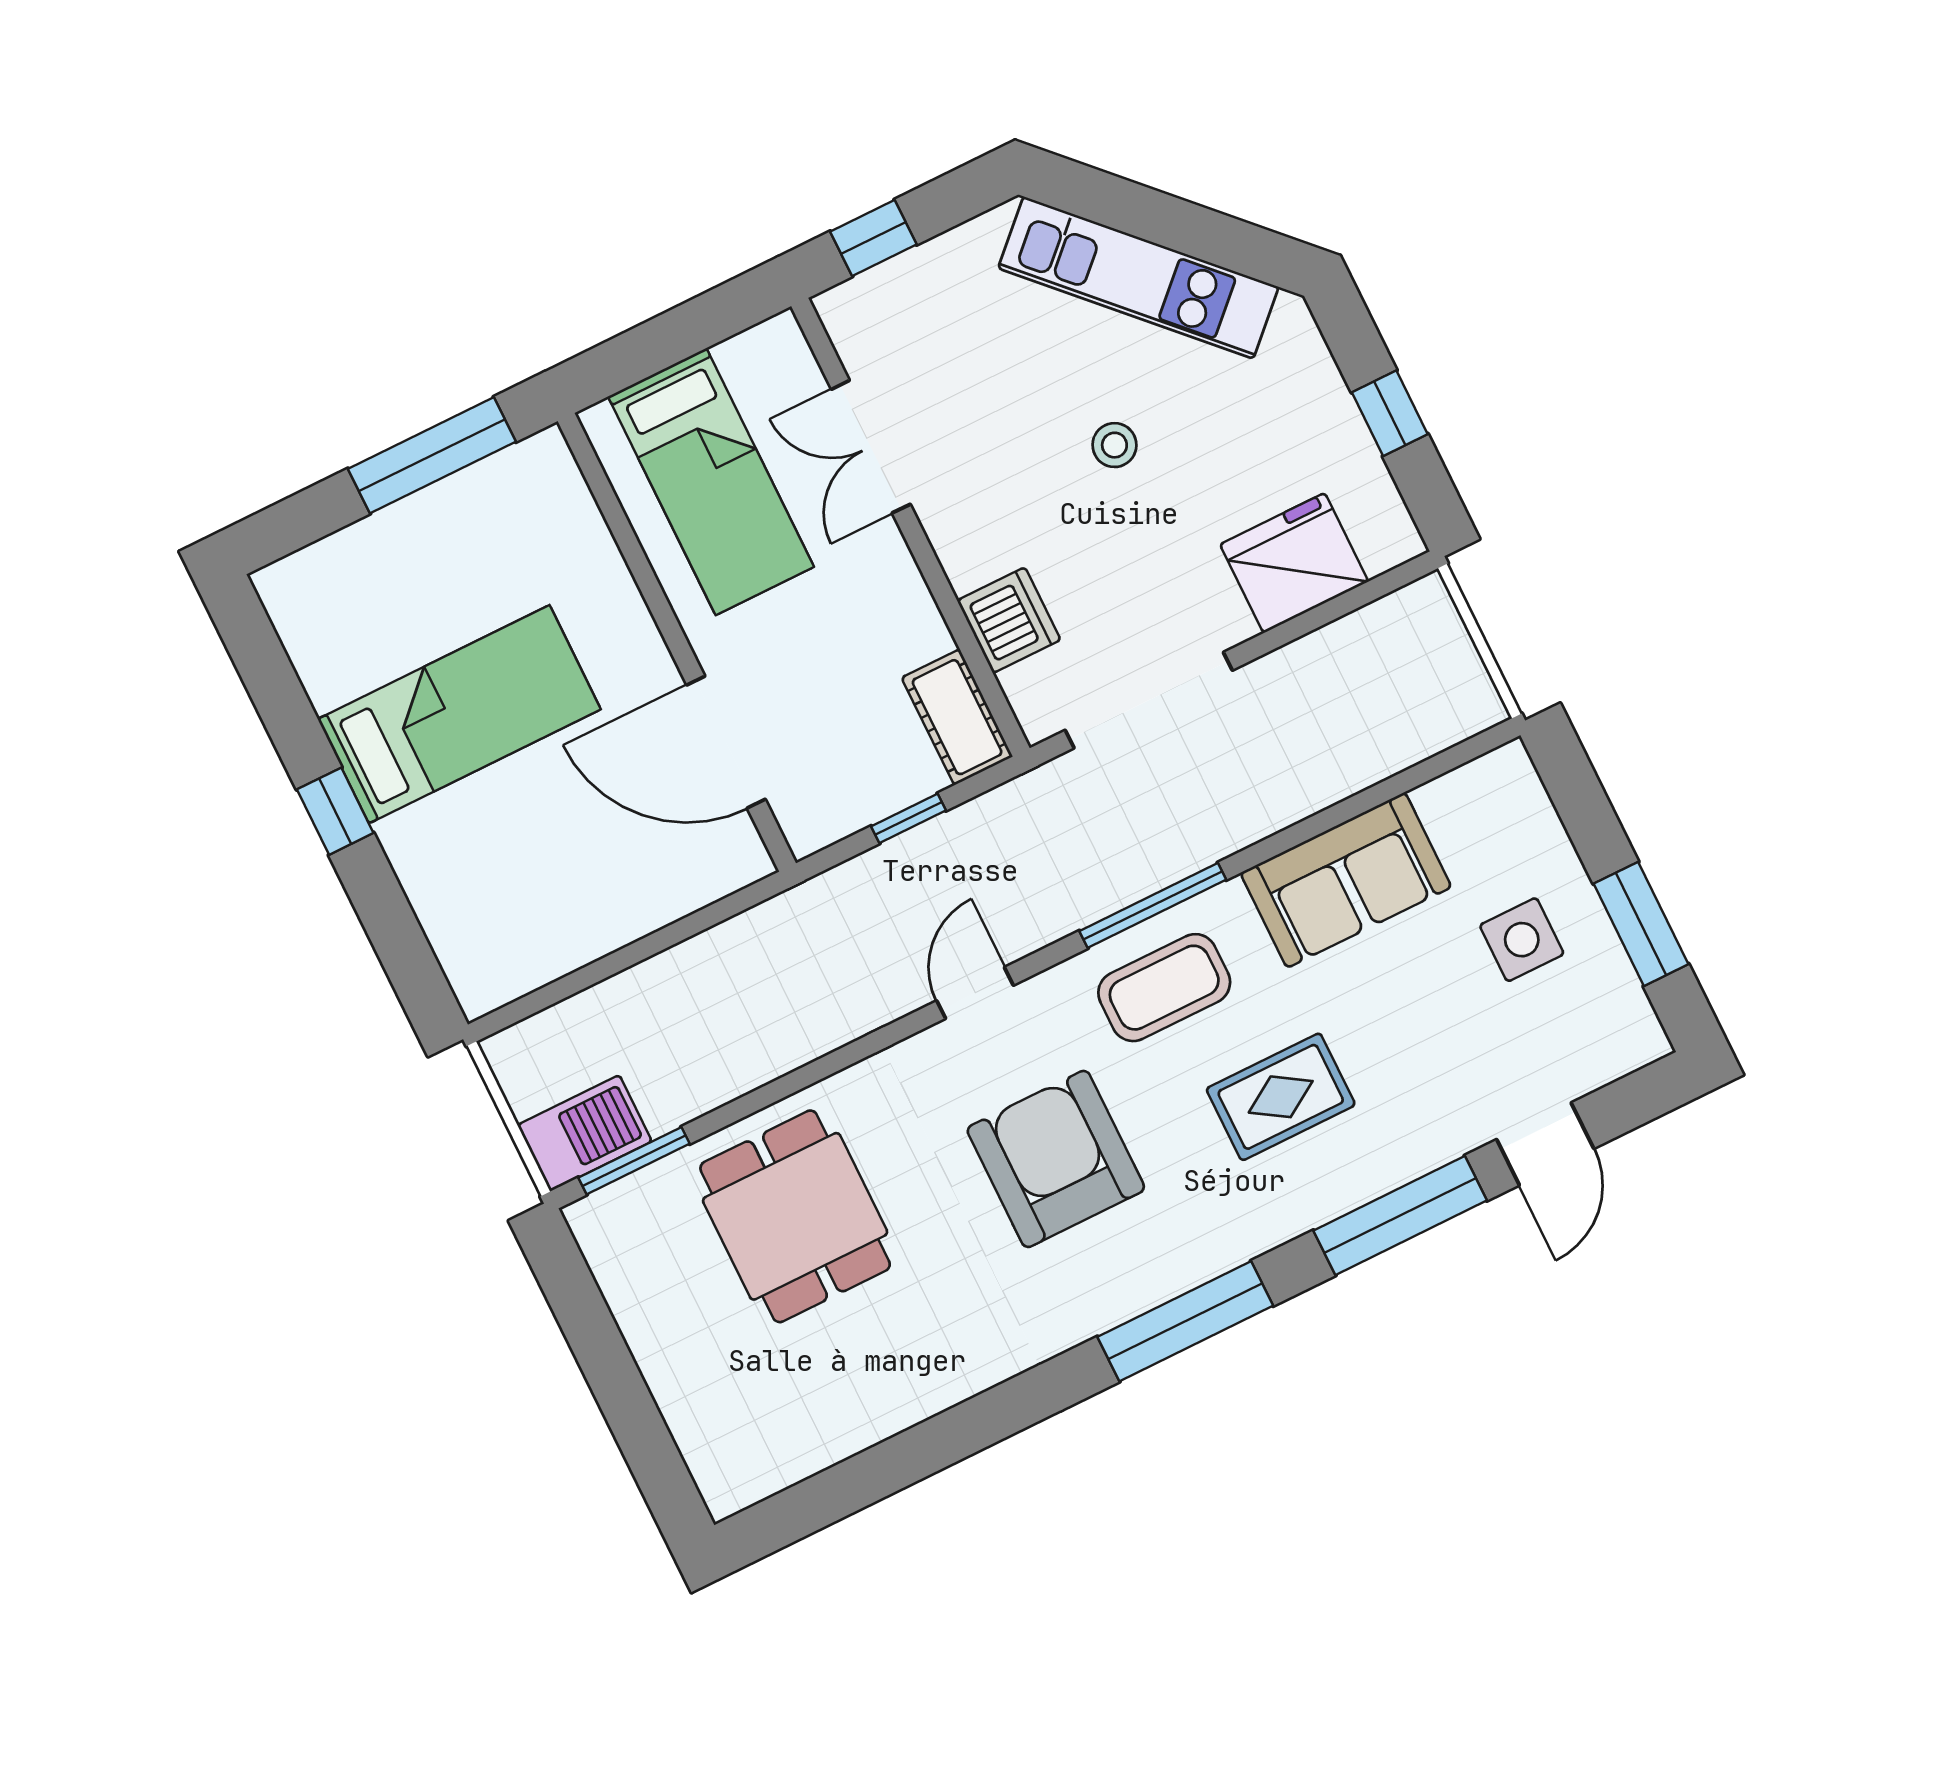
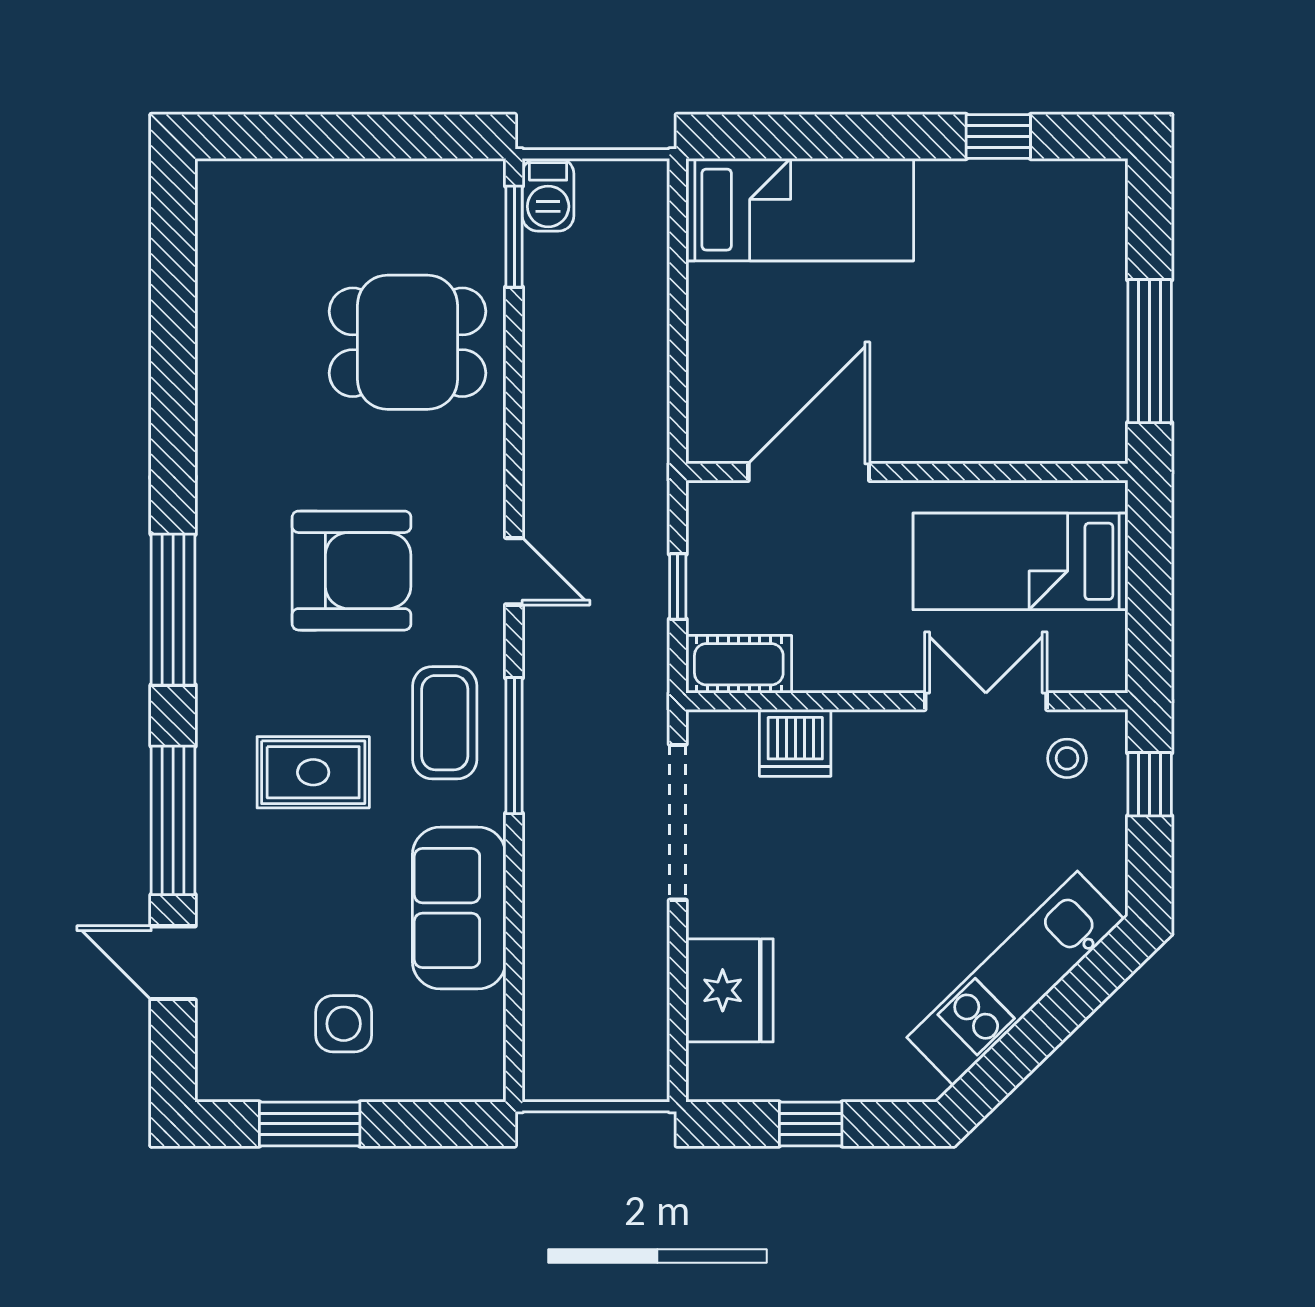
stool: (1114, 445) -> (1067, 758), moved
bed: (459, 714) -> (800, 210), moved, turned -90
window: (335, 811) -> (998, 137), moved
rug: (1281, 1097) -> (313, 772), turned 90
barbecue: (585, 1133) -> (548, 195), width x0.73, depth x0.79

